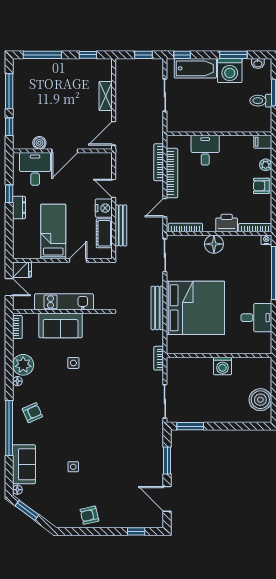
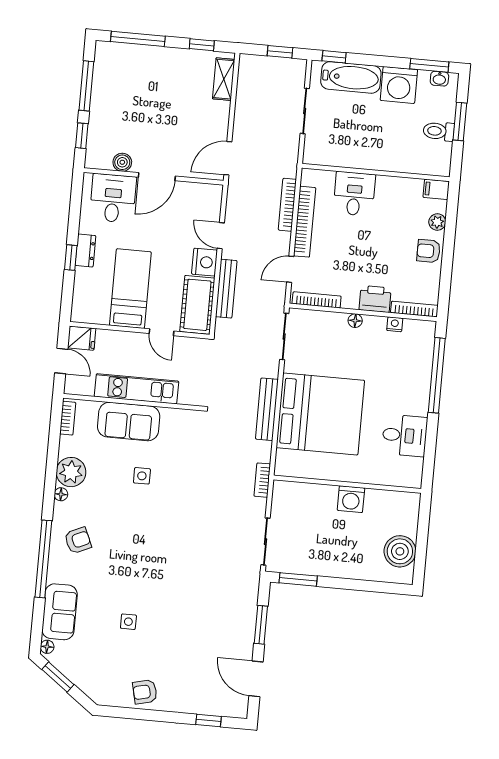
window: (233, 55) -> (429, 65), moved
shelving: (106, 96) -> (224, 79), moved
window: (9, 194) -> (71, 258), moved
cot: (104, 233) -> (197, 305), width x1.37, depth x1.34
nightstand: (266, 240) -> (395, 324), moved
floor lamp: (214, 244) -> (355, 321), width x0.53, depth x0.53
door: (78, 260) -> (162, 332), swing flipped

